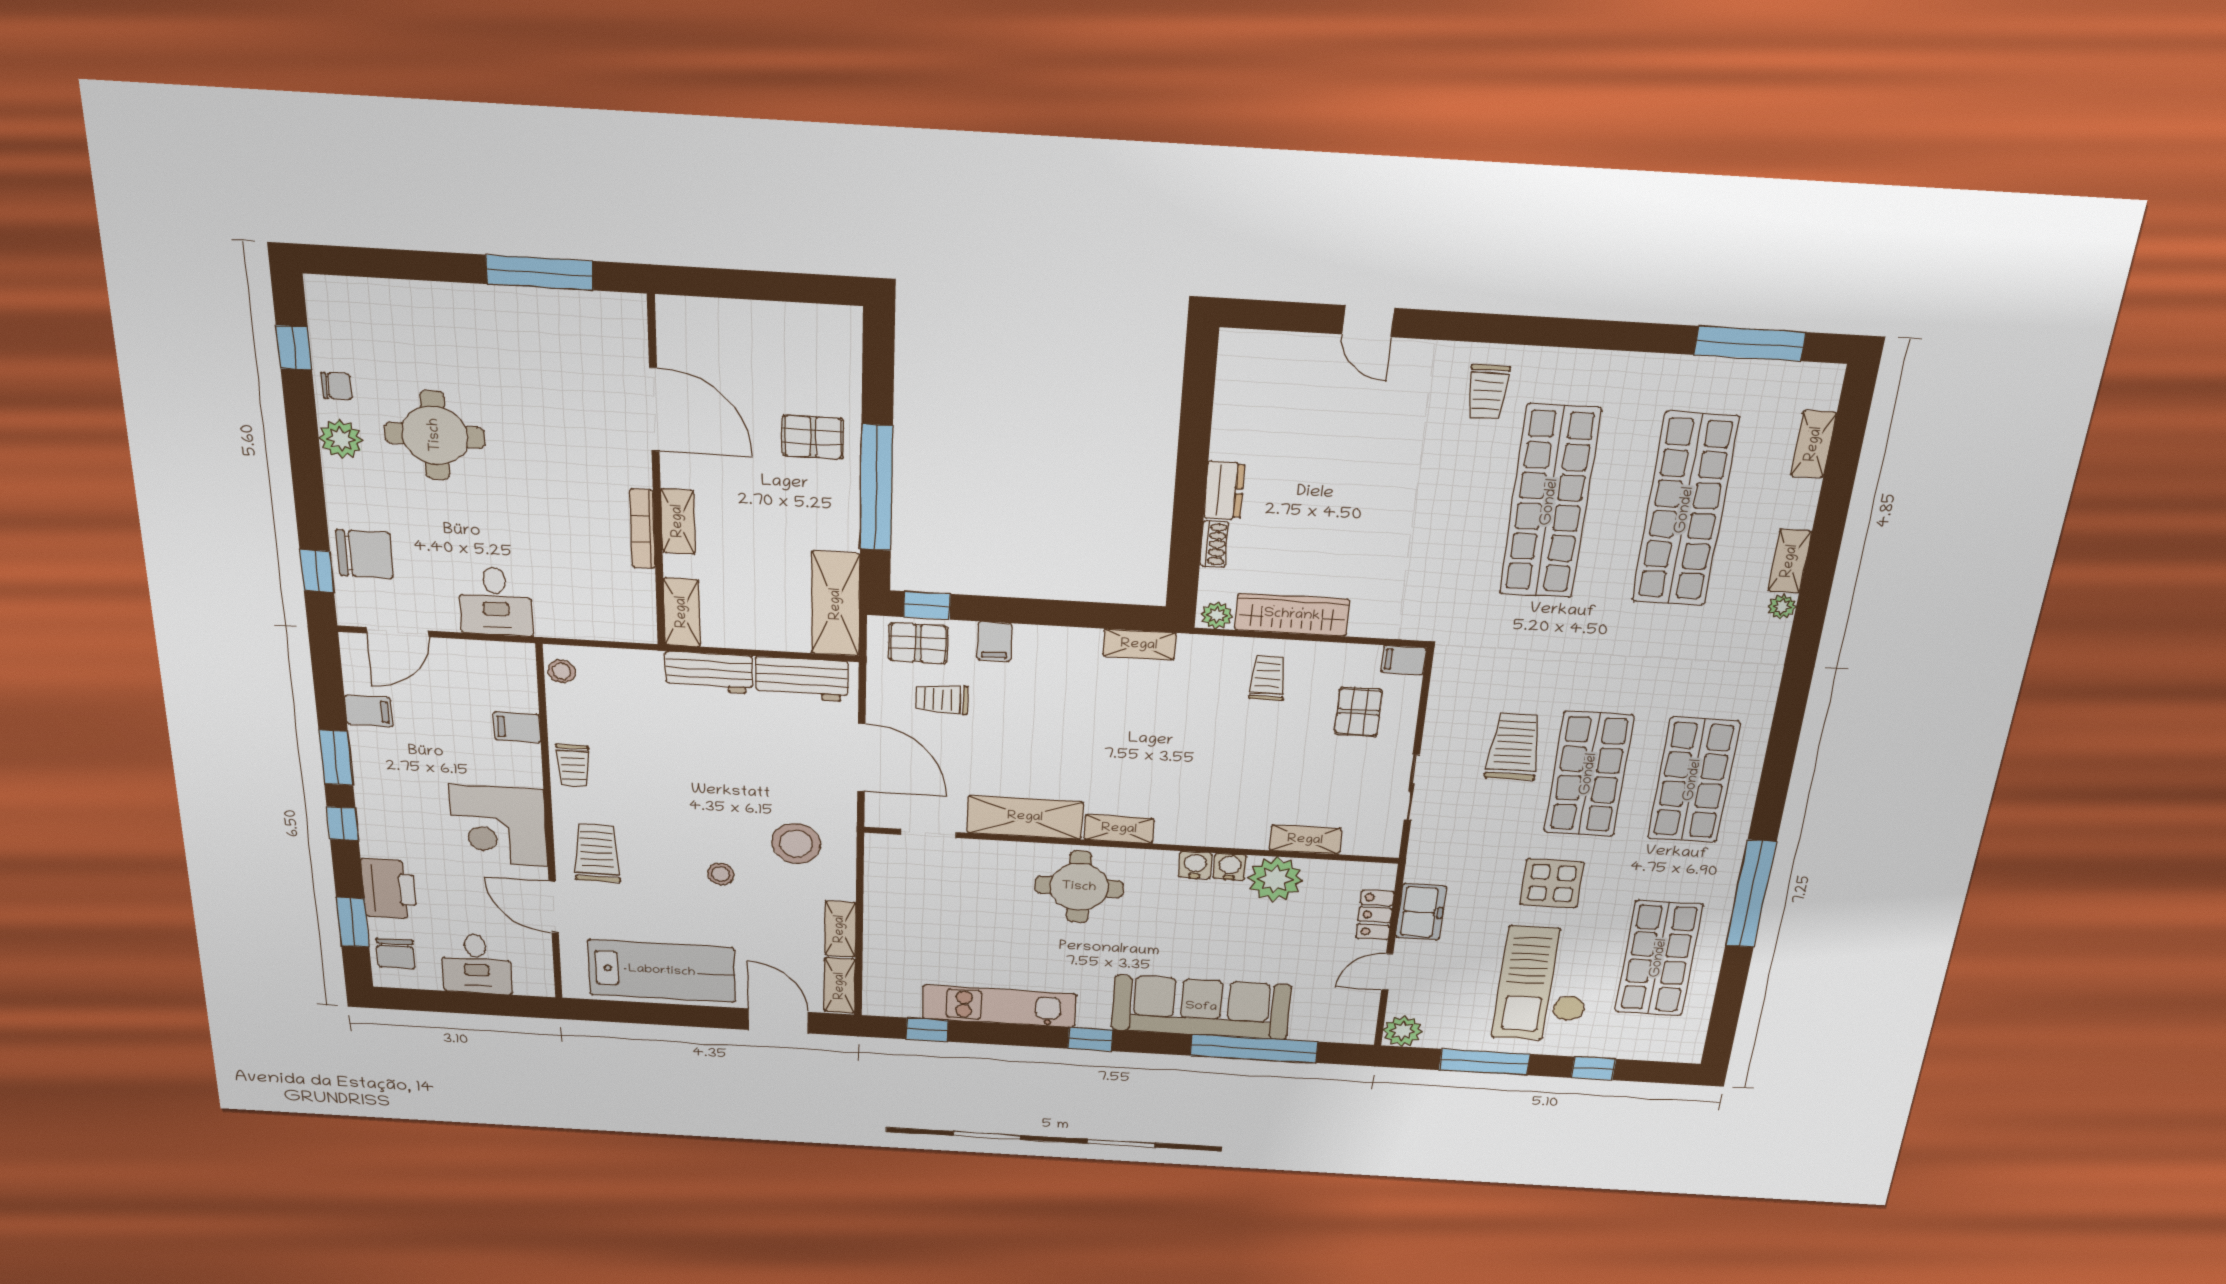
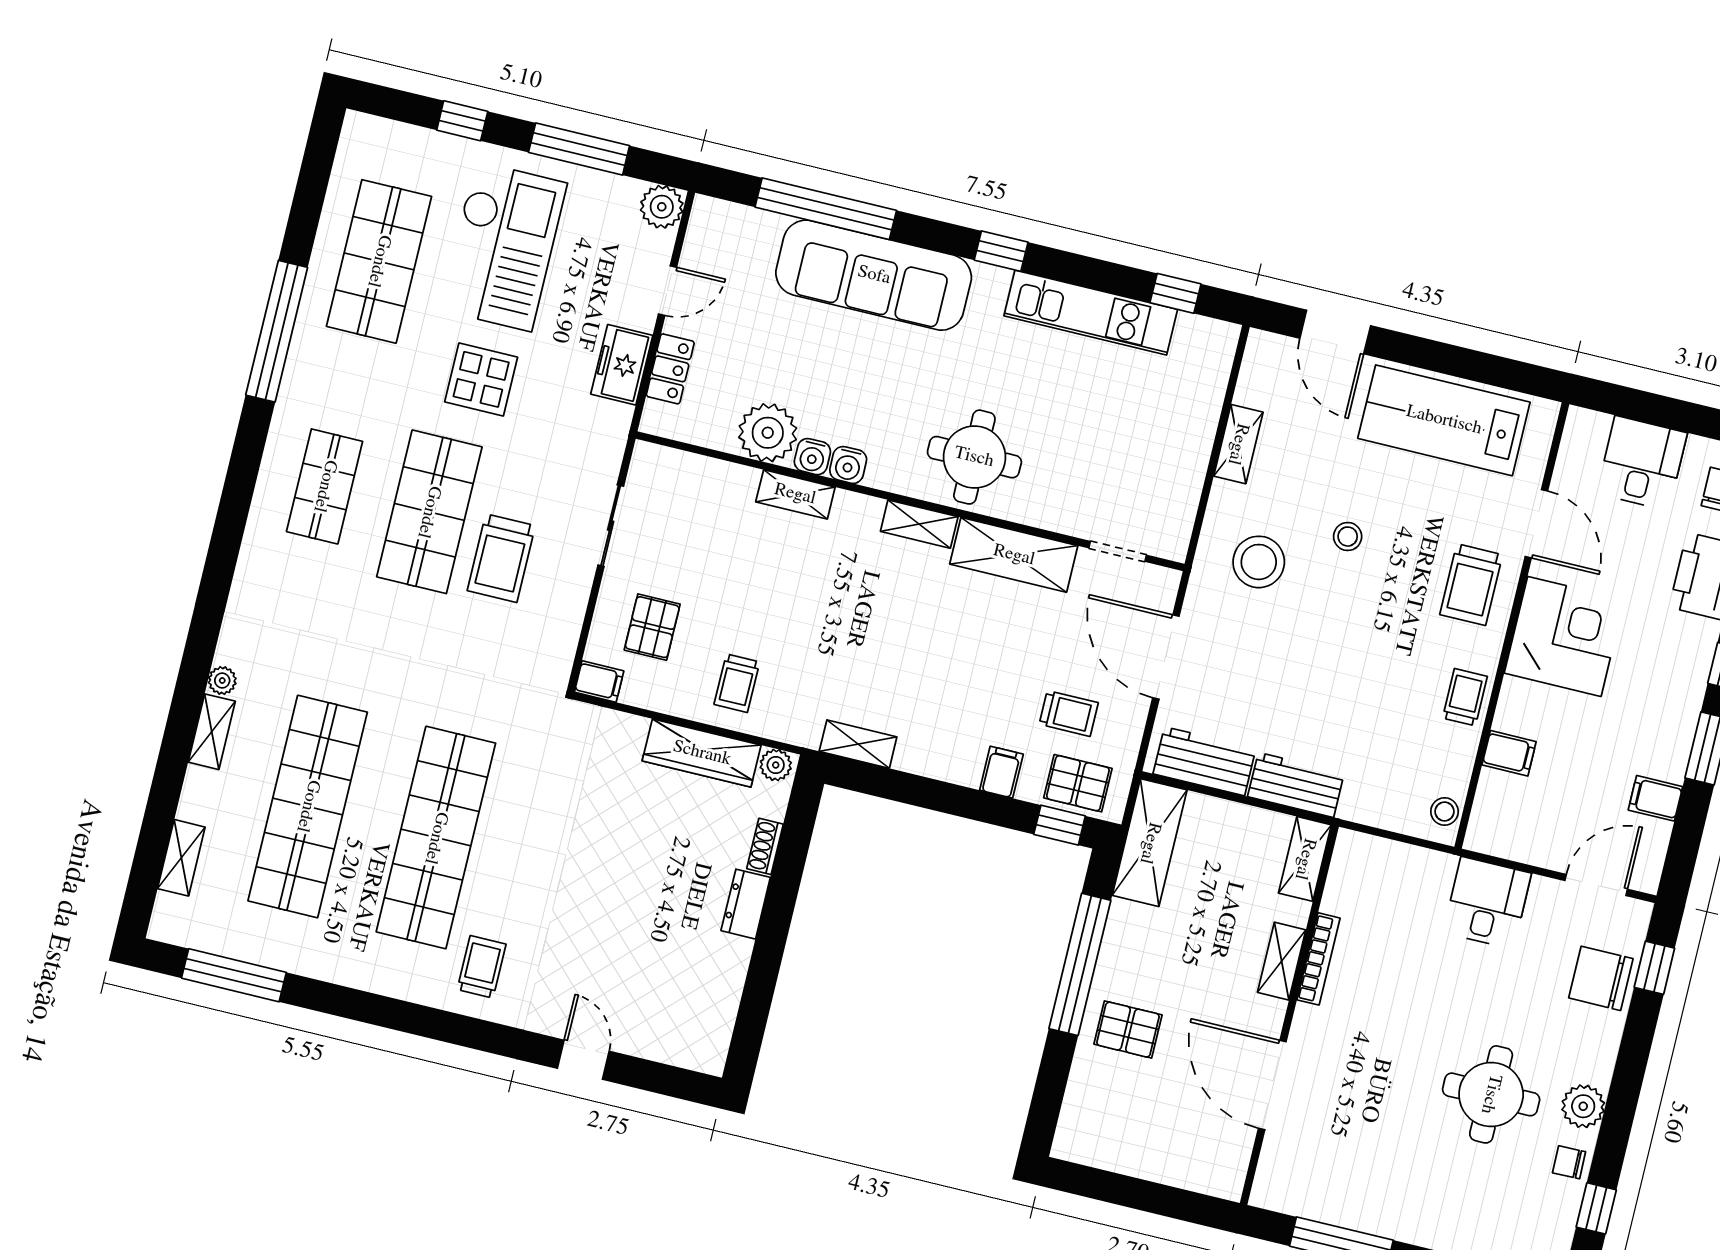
shop shelf: (1693, 780) -> (325, 486), width x0.70, depth x0.74
shelving: (1305, 840) -> (795, 494), moved
shelving: (840, 986) -> (1257, 369), removed

